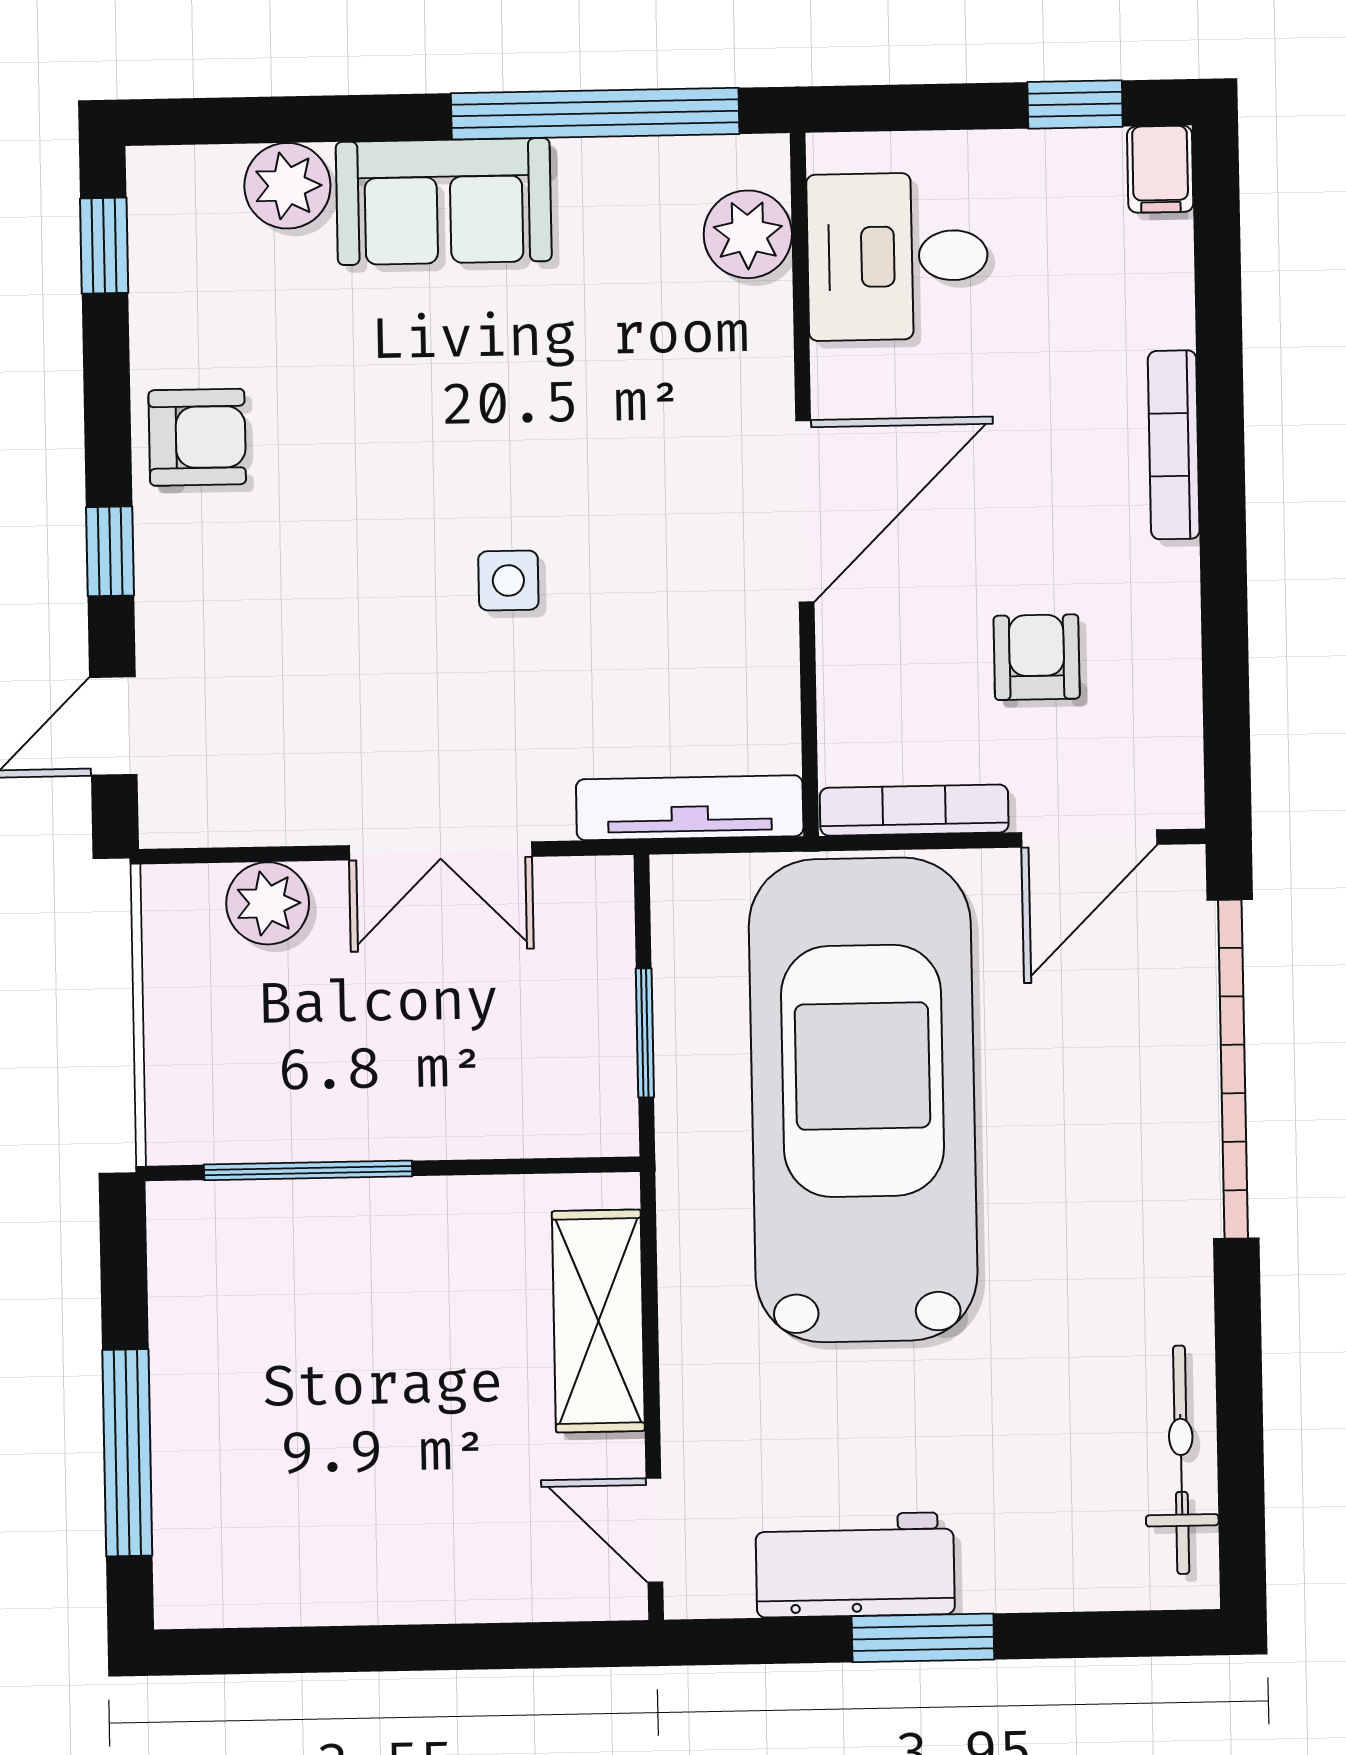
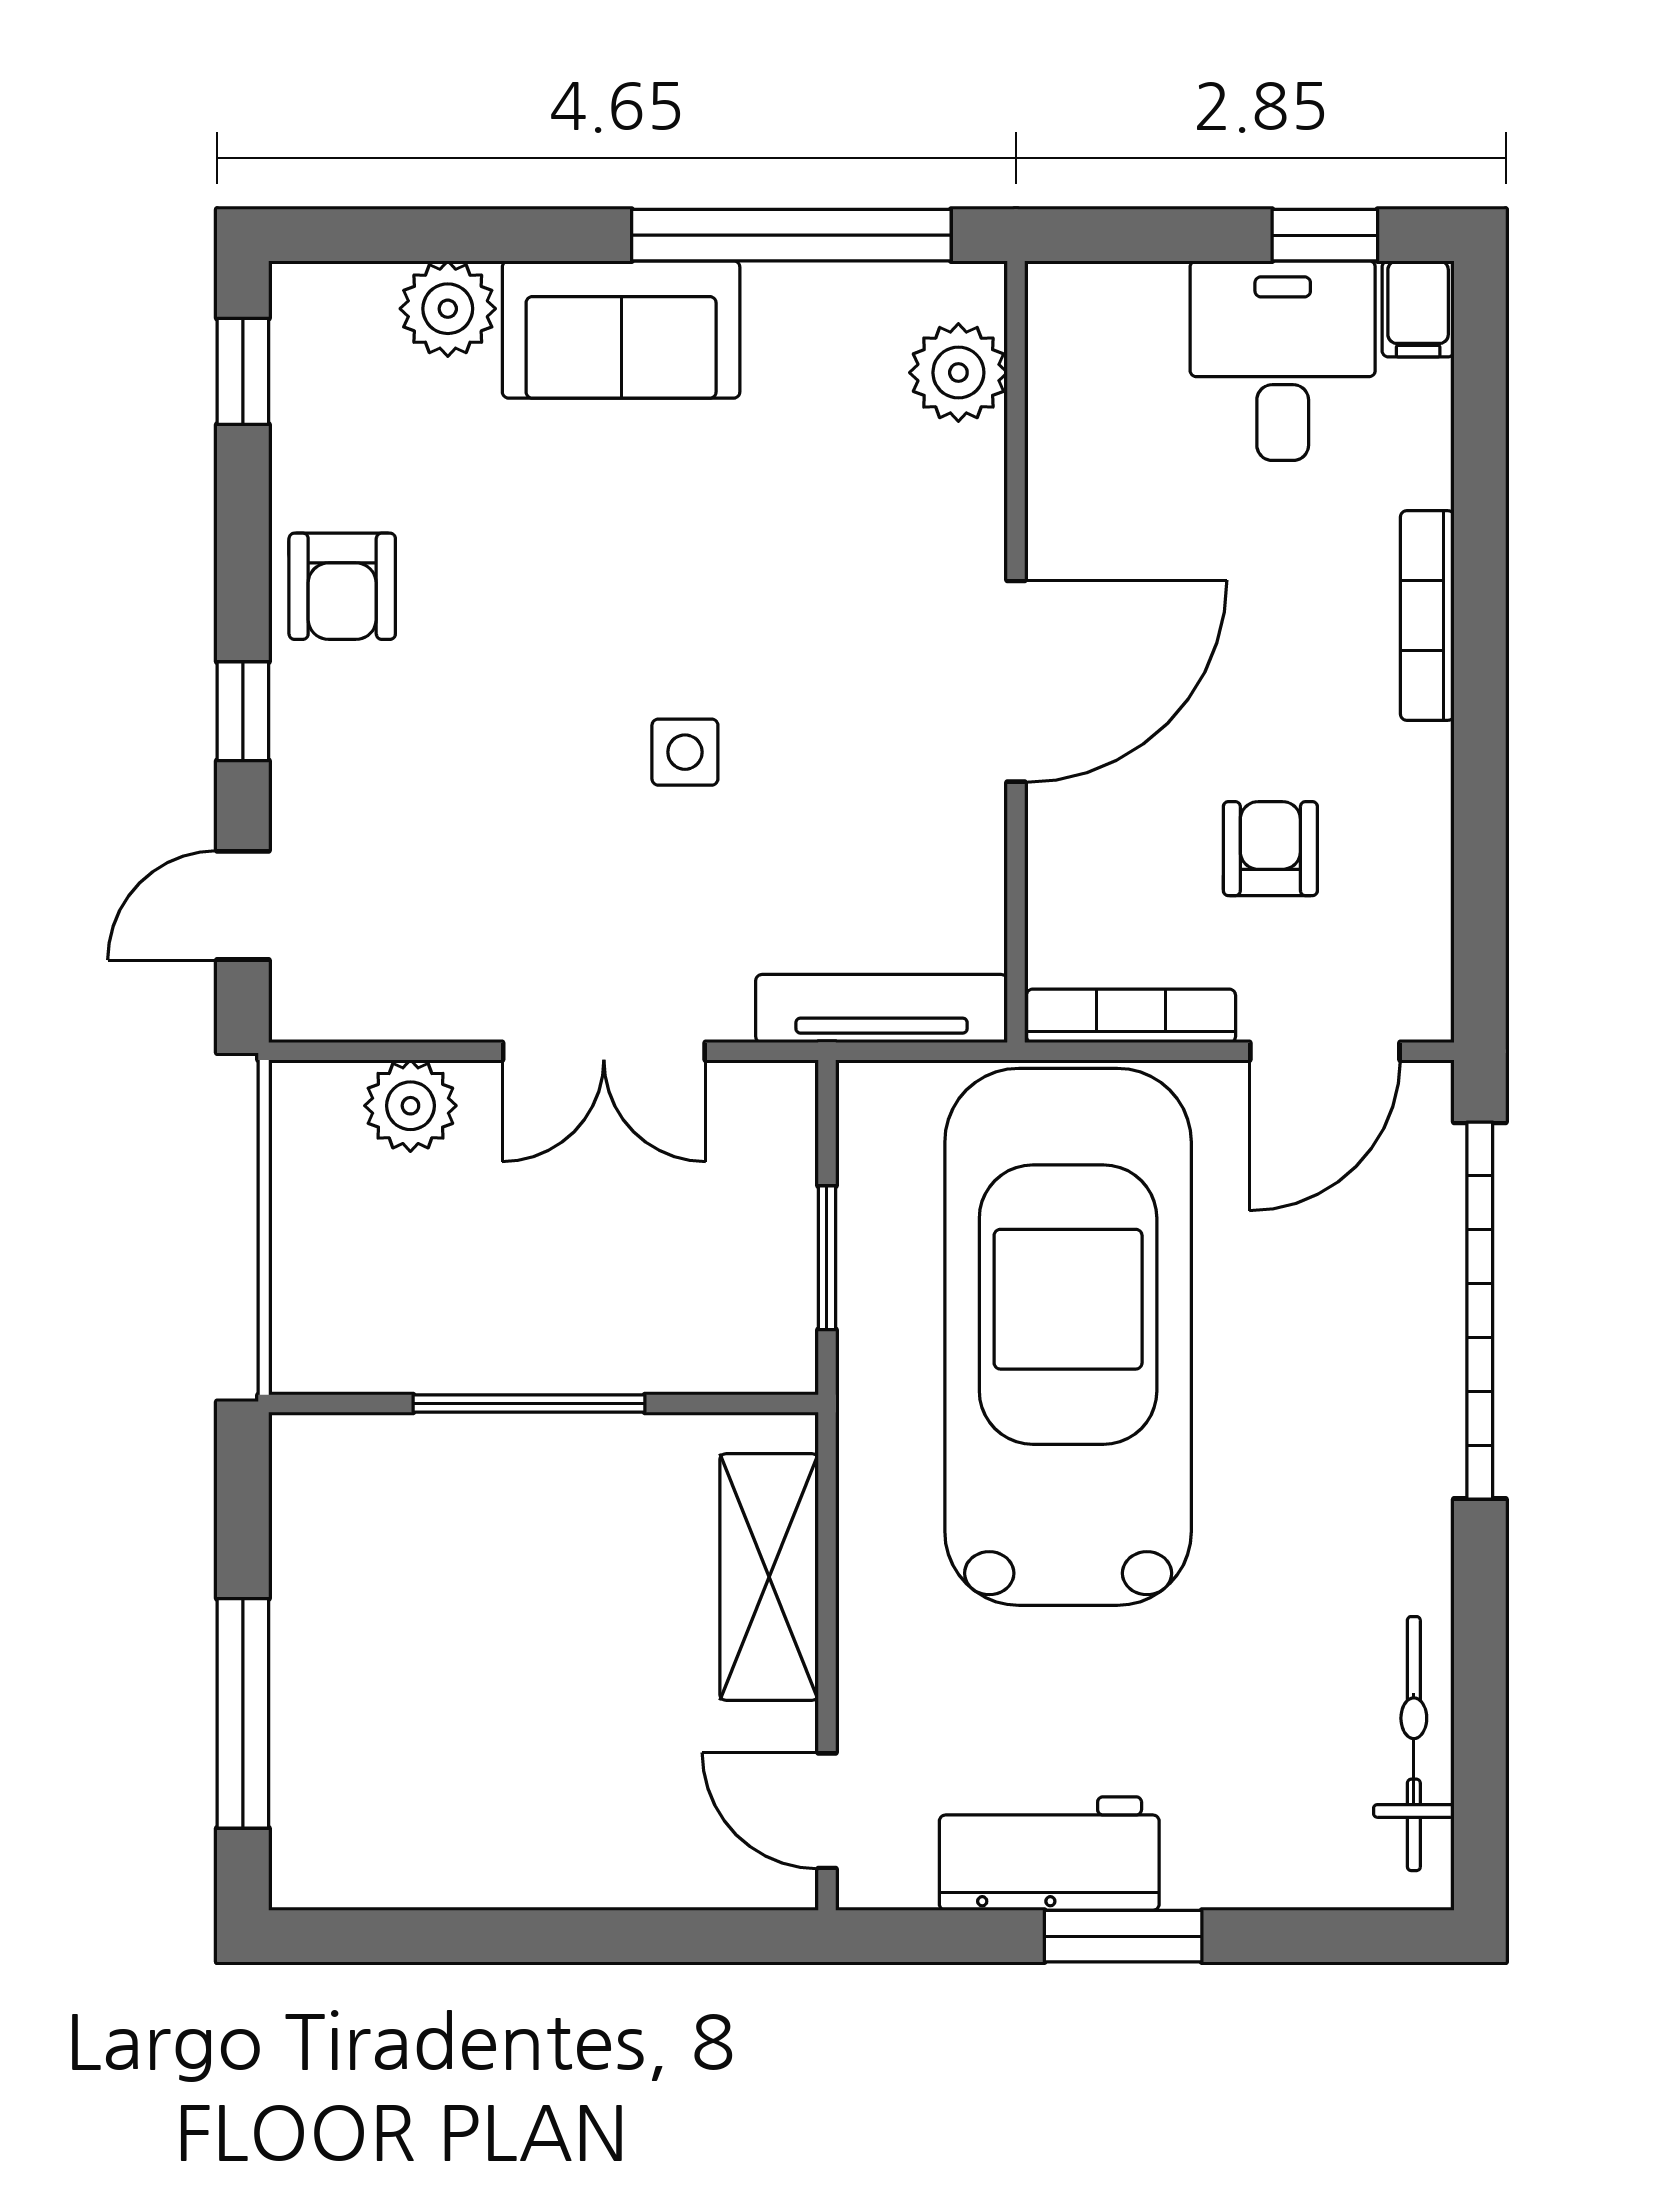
desk: (898, 256) -> (1283, 361), moved, turned 90
armchair: (197, 437) -> (342, 586), turned 90
window: (308, 1170) -> (529, 1403), moved

